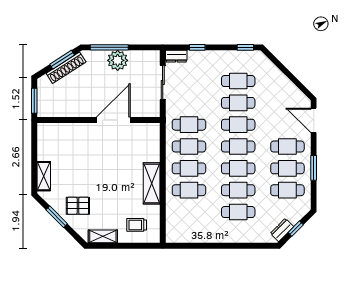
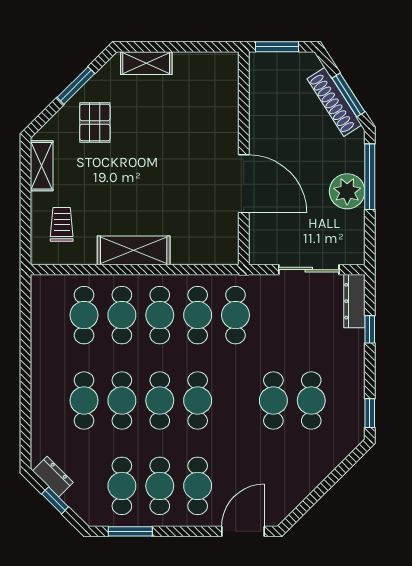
dresser: (176, 56) -> (354, 301), width x1.44
cafe table: (238, 125) -> (84, 315), moved
window: (314, 168) -> (130, 531), moved

